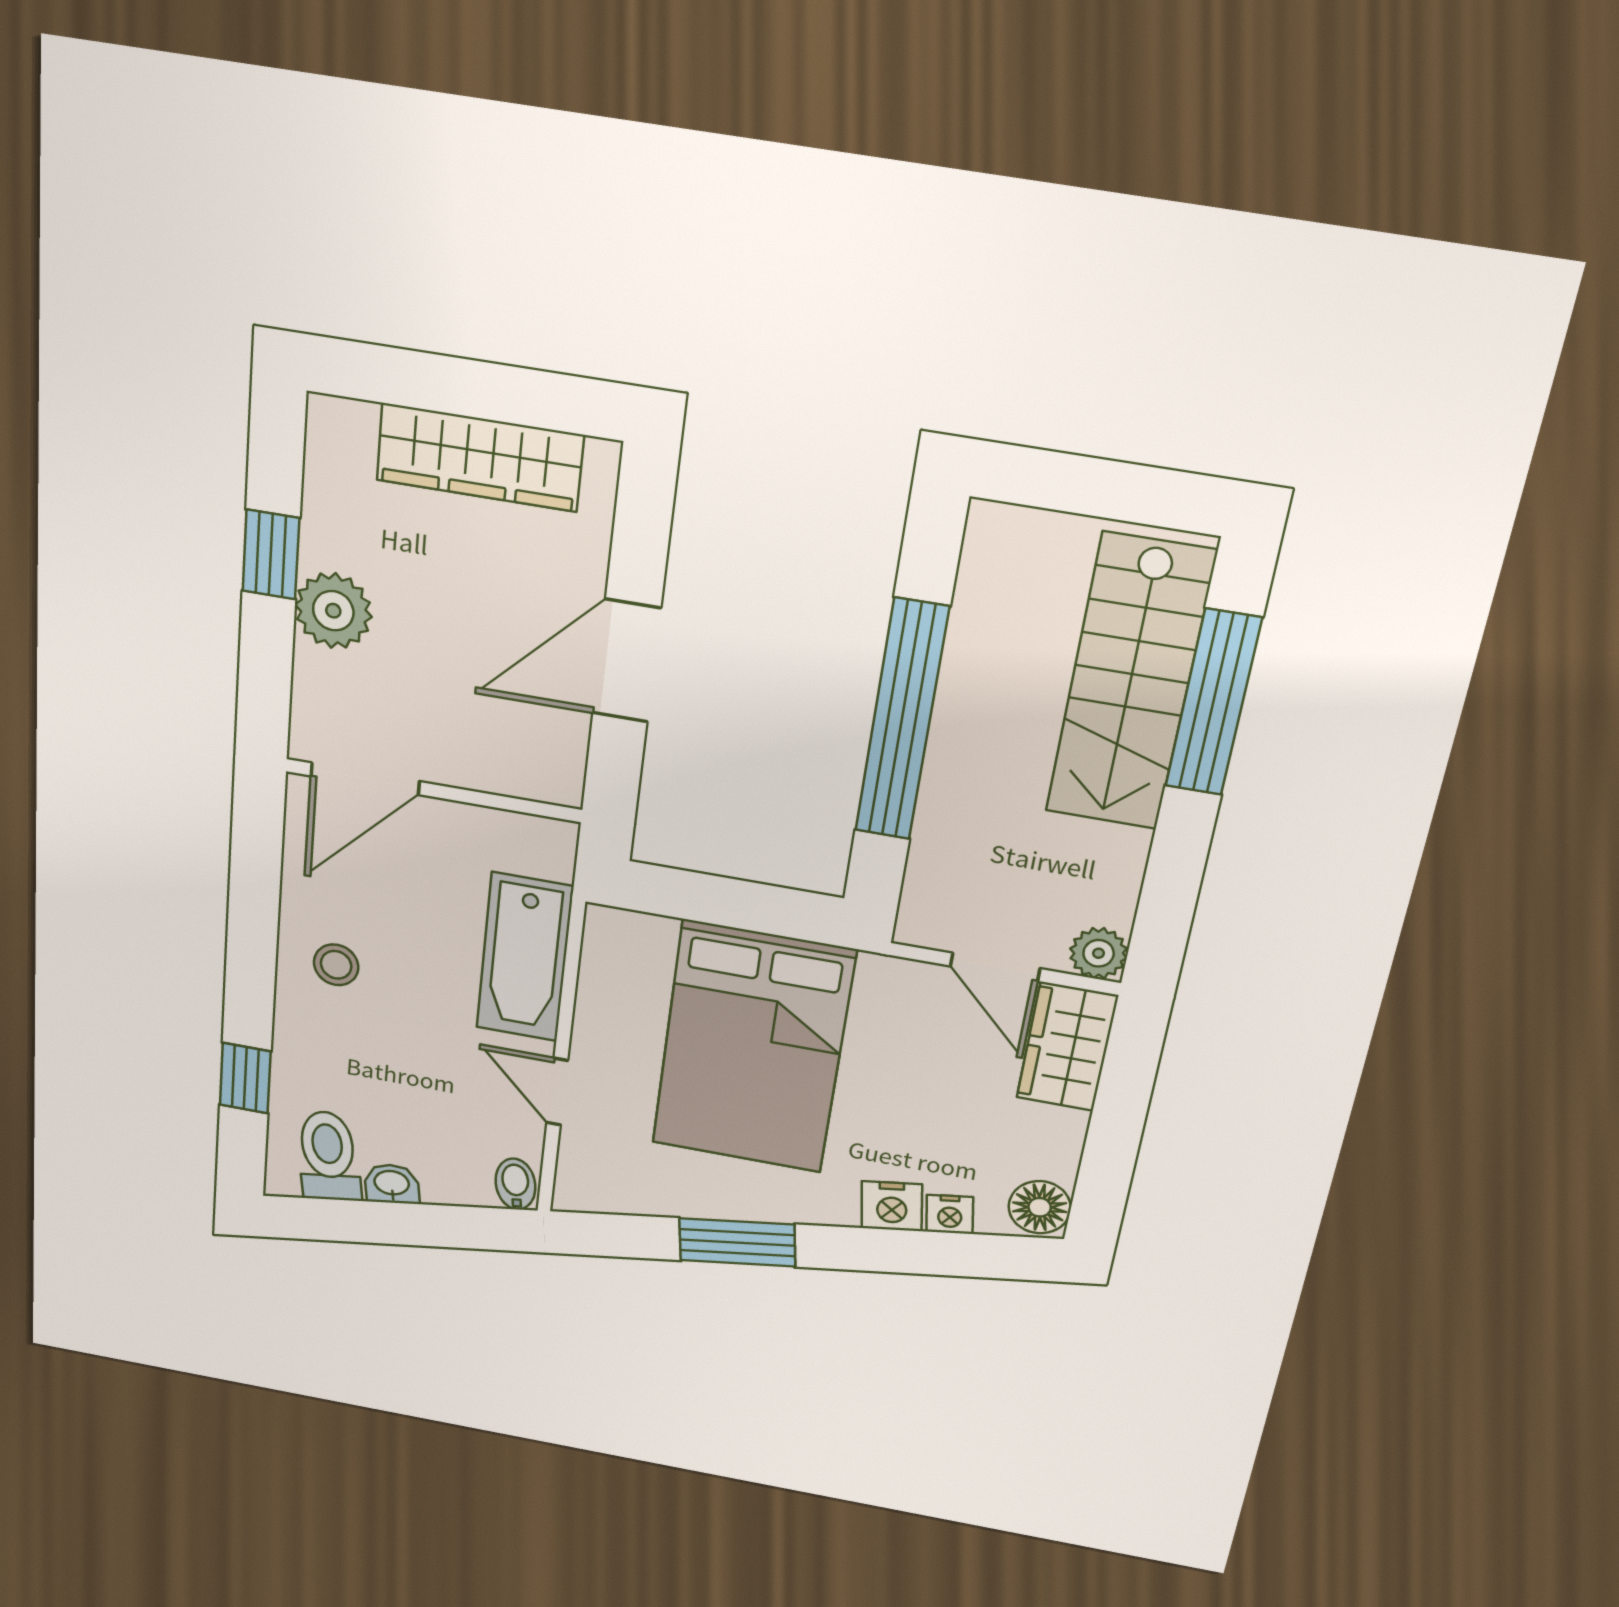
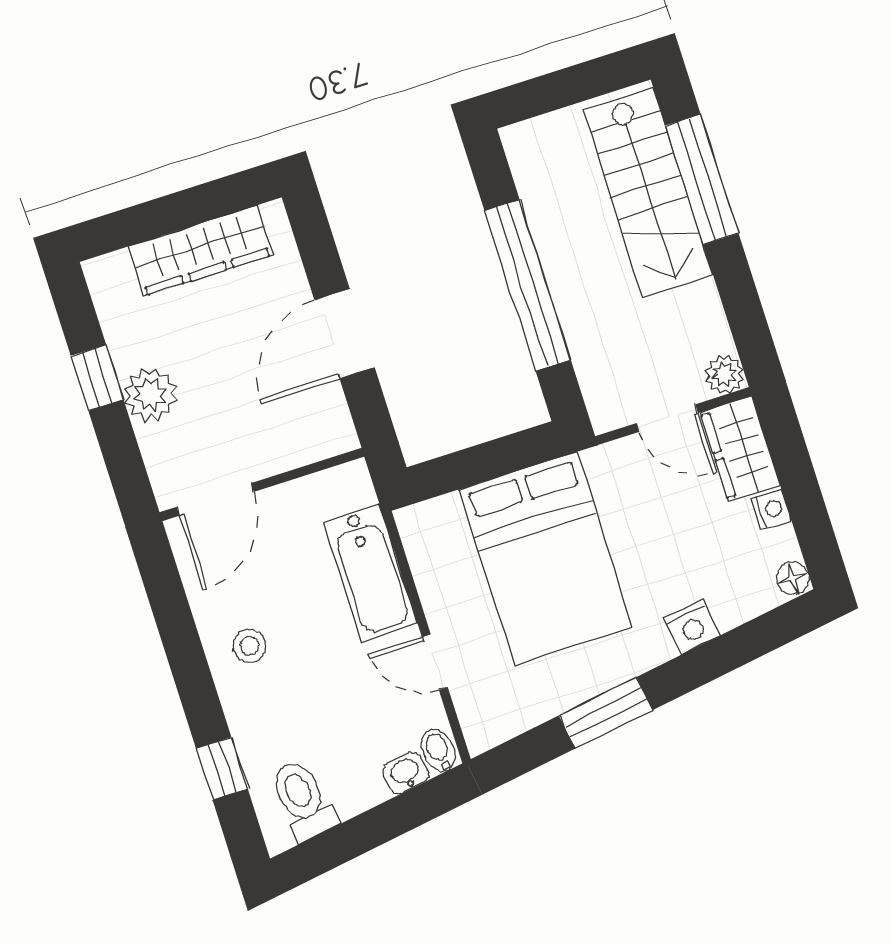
washbasin: (392, 1184) -> (406, 773), moved
floor lamp: (1040, 1207) -> (793, 578), width x0.73, depth x0.73
nightstand: (950, 1214) -> (771, 510), moved, turned -81

